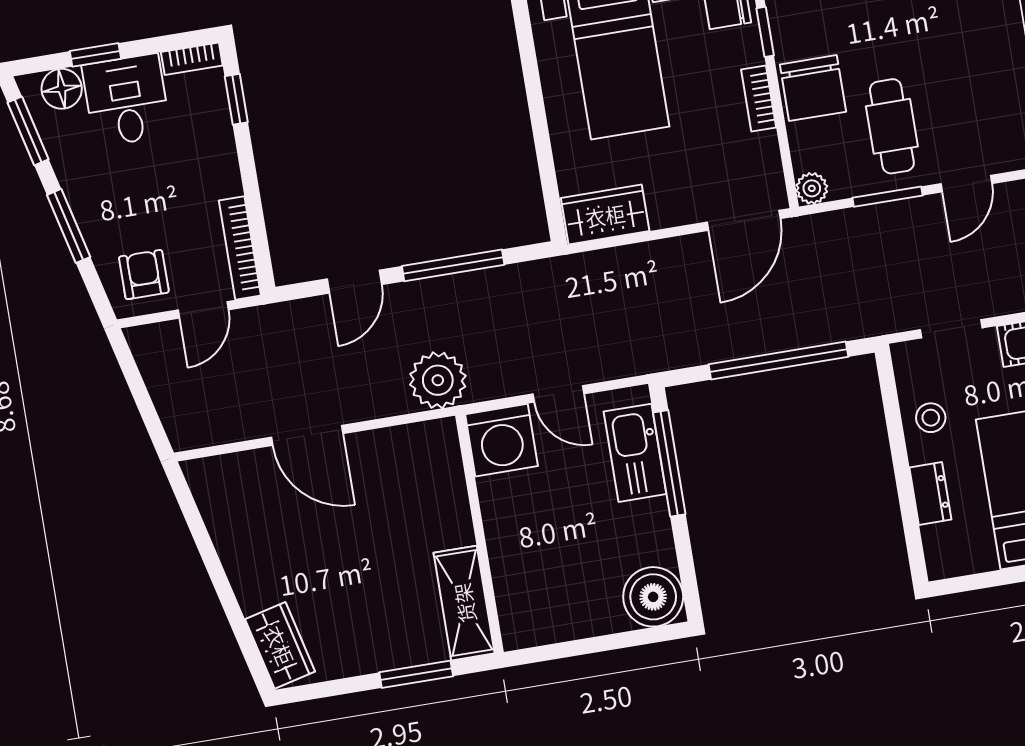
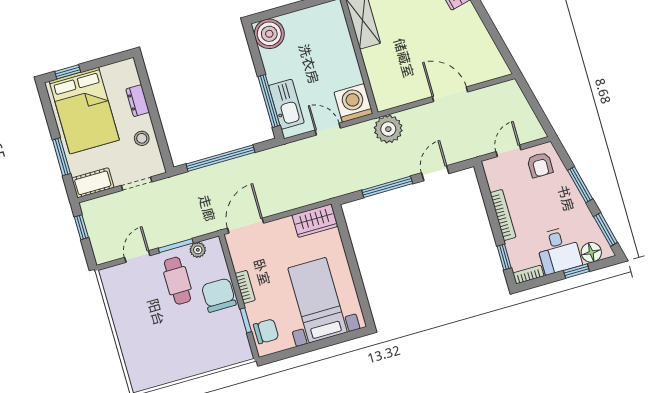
plant: (812, 188) -> (198, 250), moved
bookcase: (240, 248) -> (503, 215), moved

